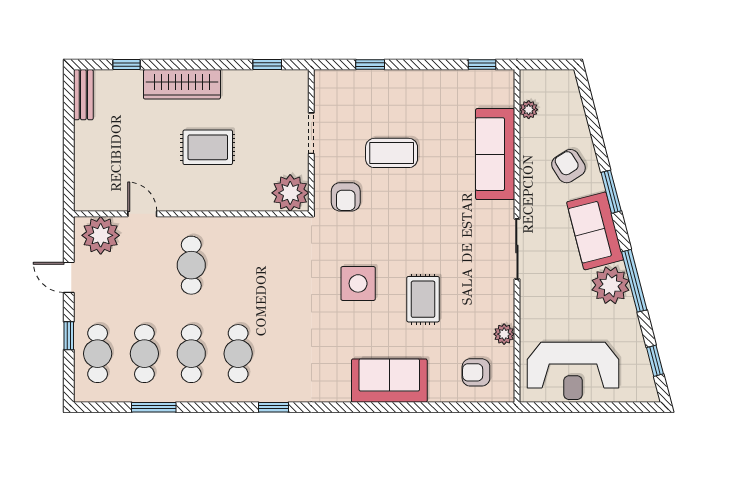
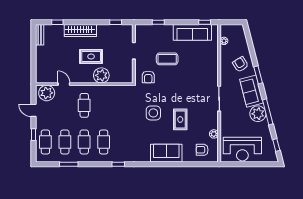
sofa: (495, 154) -> (192, 32), moved, turned -90
plant: (290, 193) -> (101, 75), moved

